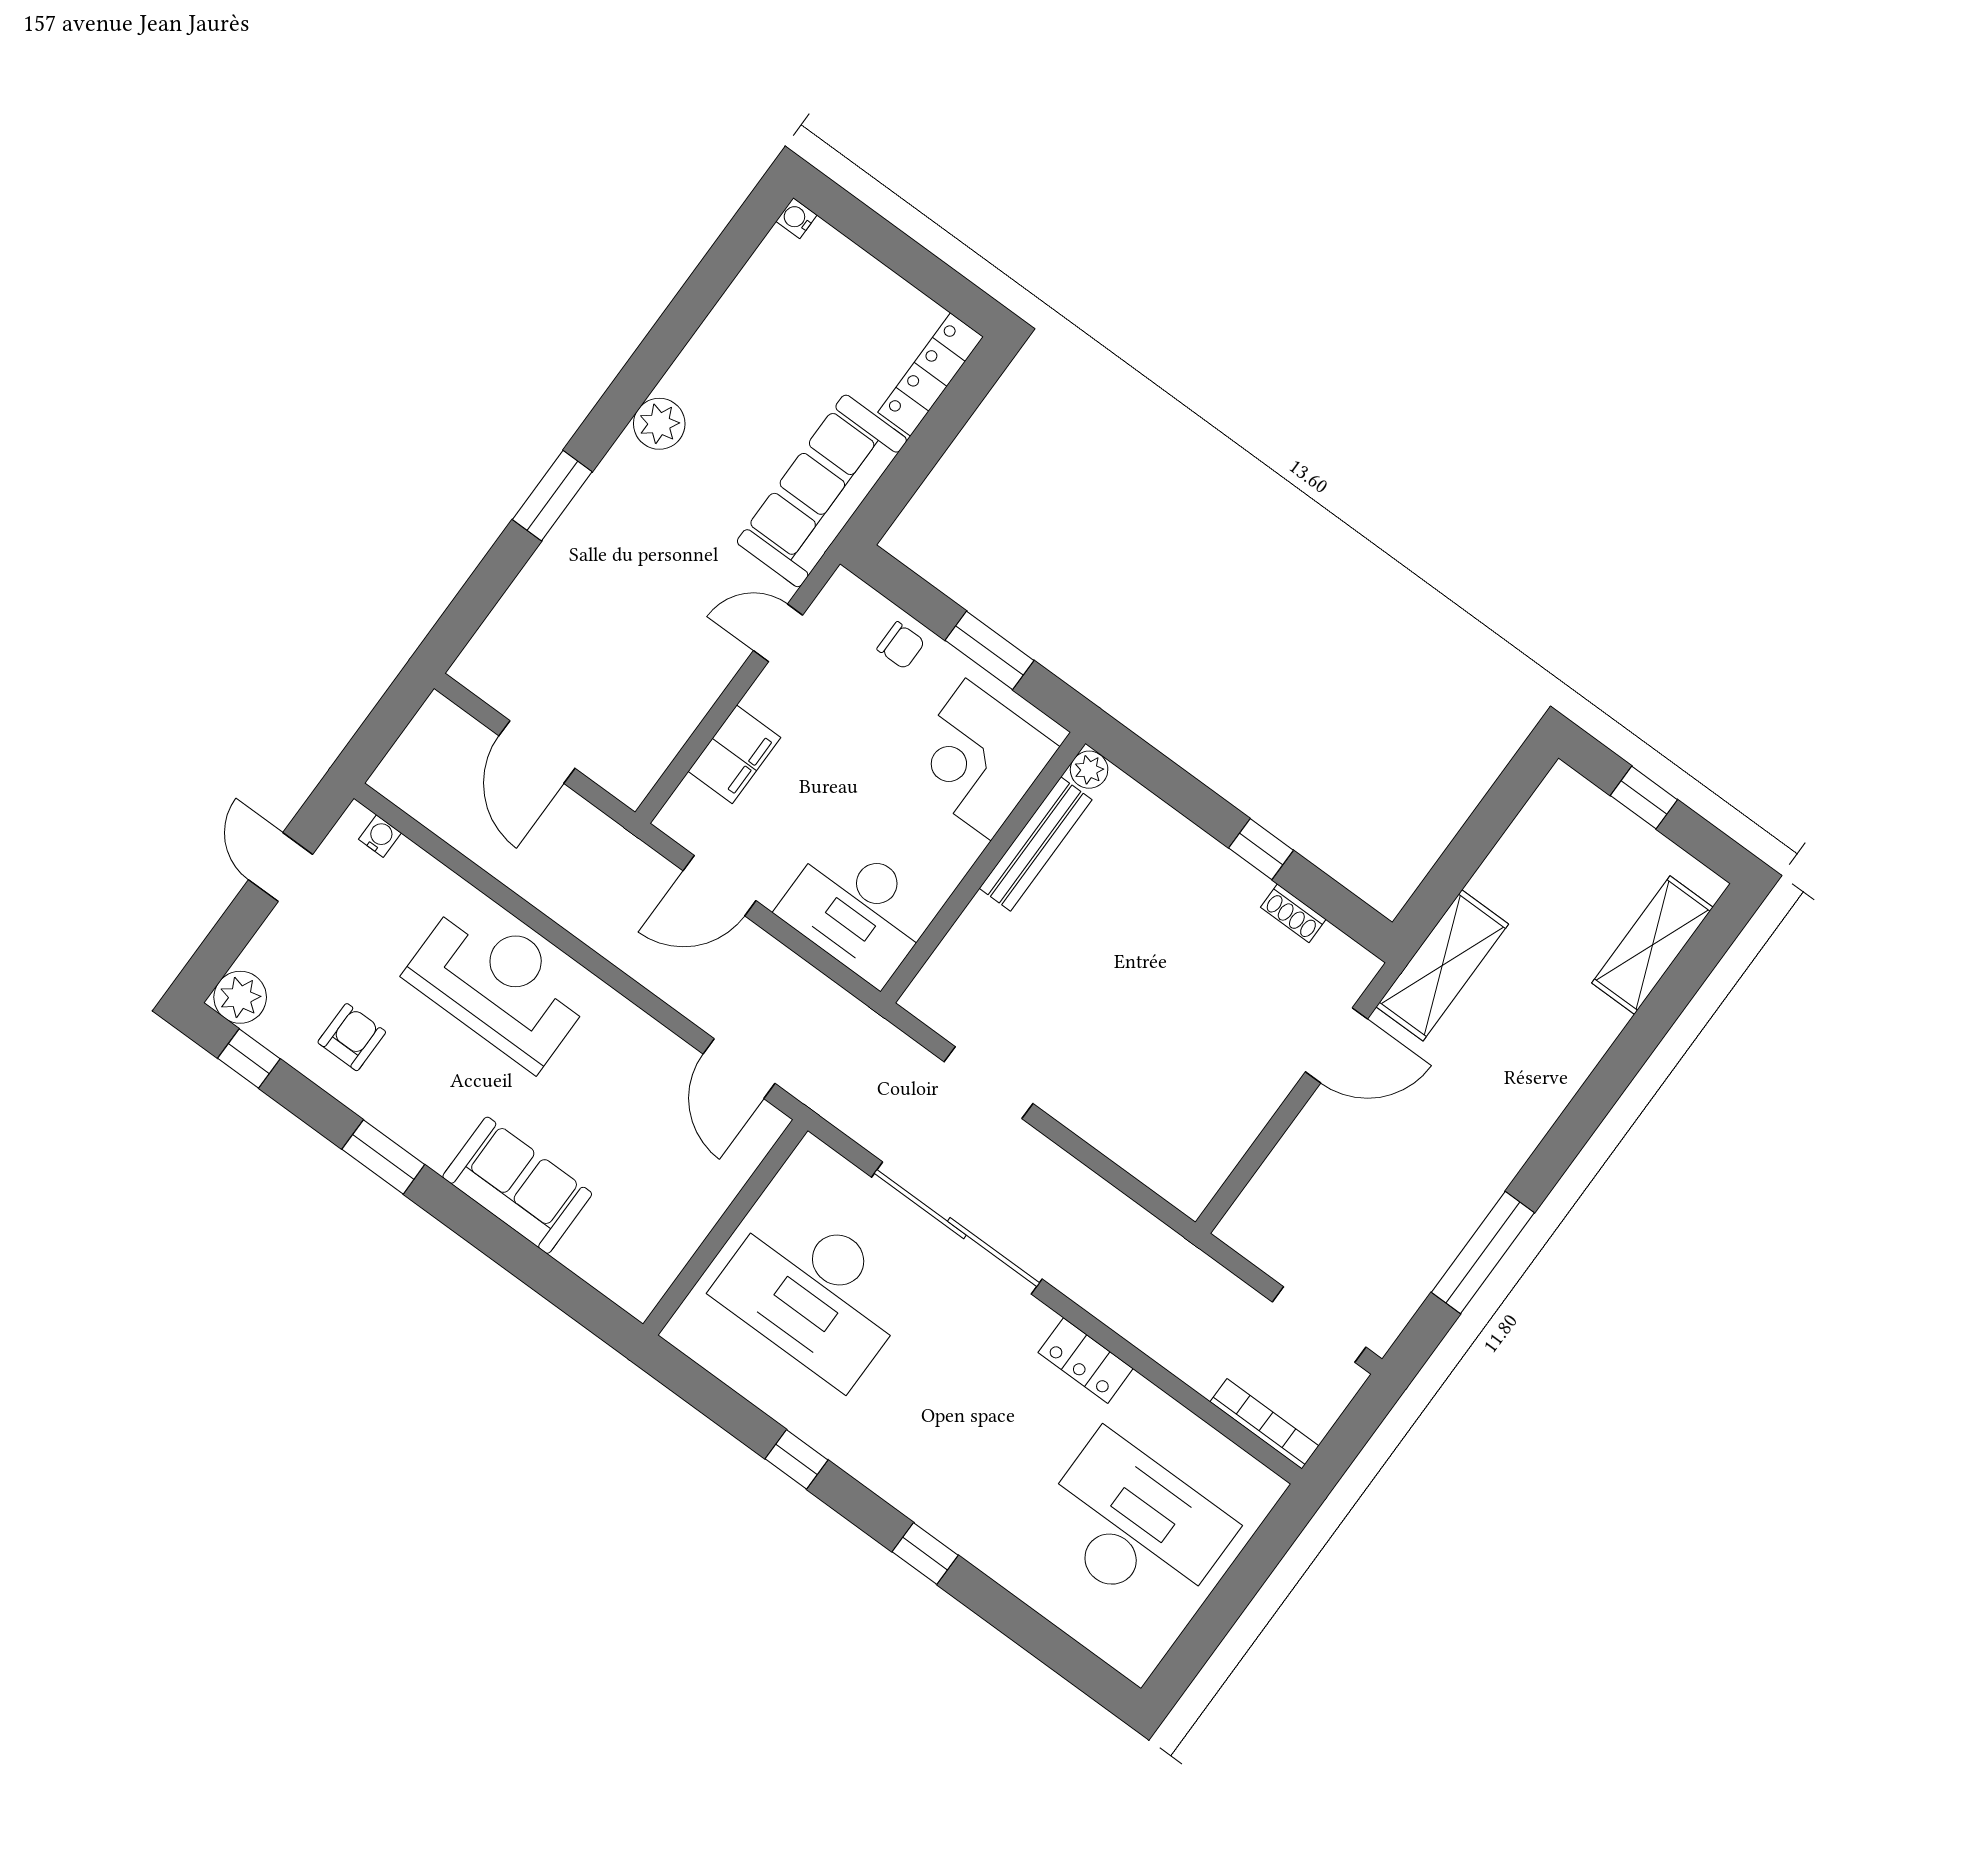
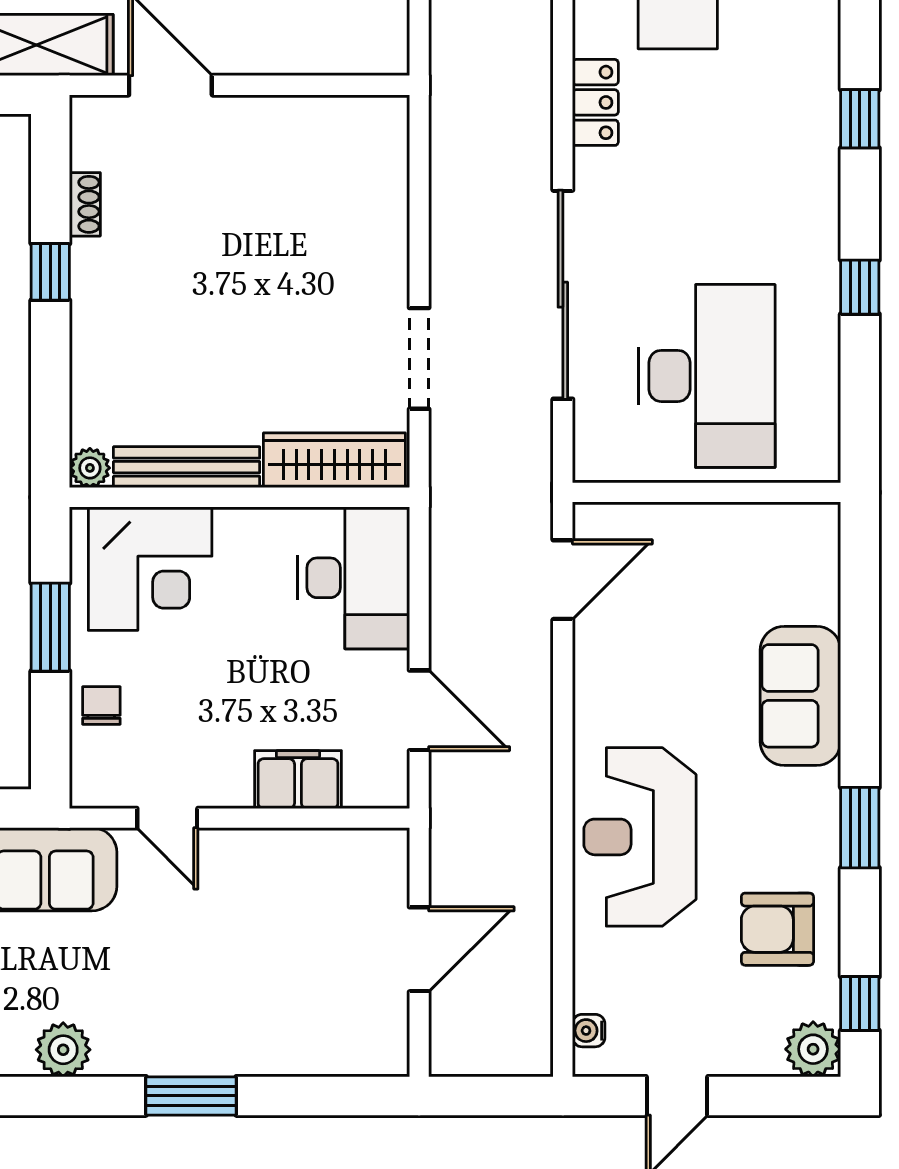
wardrobe: (958, 961) -> (334, 460), added
armchair: (352, 1037) -> (777, 929), width x1.38, depth x1.38

